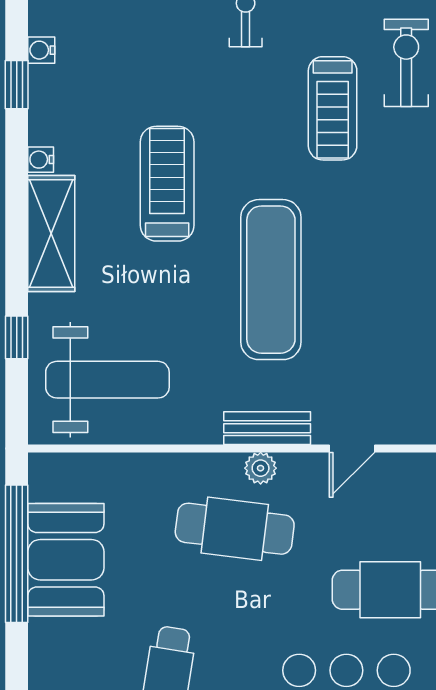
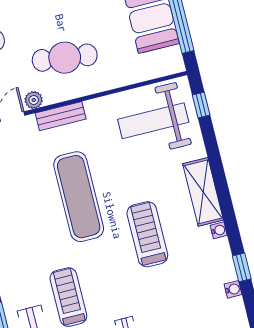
treadmill: (167, 184) -> (147, 234), turned 180
window: (17, 337) -> (201, 105), moved
plant: (261, 468) -> (34, 100), moved

